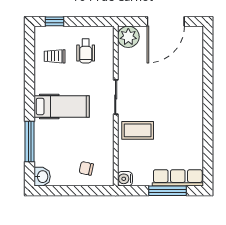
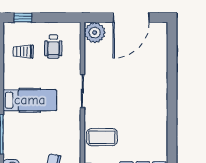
coffee table: (138, 130) -> (102, 137), moved

